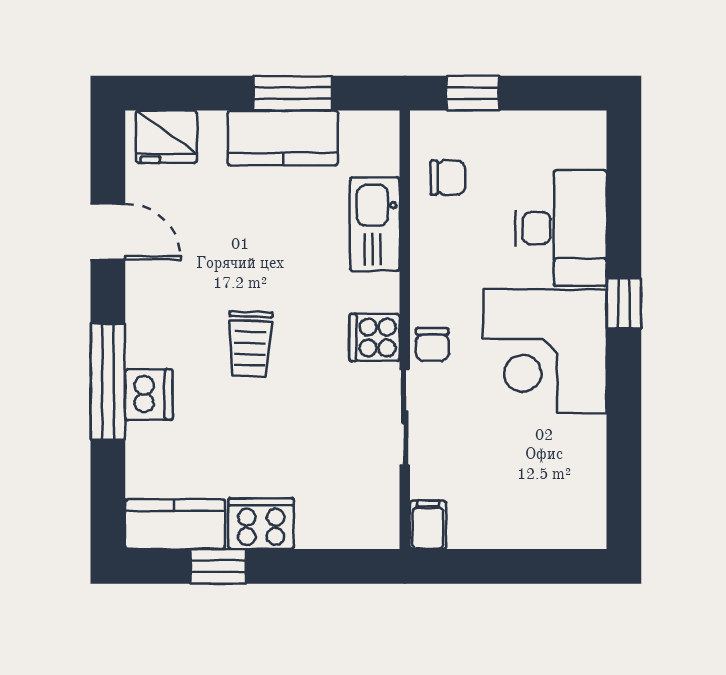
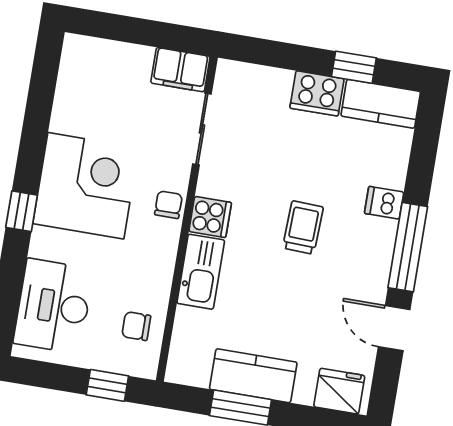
kitchen sink: (375, 224) -> (201, 272), moved
desk: (561, 228) -> (53, 306), moved
window: (108, 382) -> (408, 247), moved
dishwasher: (149, 395) -> (384, 203), width x0.73
sliding door: (405, 417) -> (202, 129), moved
filing cabinet: (428, 525) -> (180, 70), width x2.00

